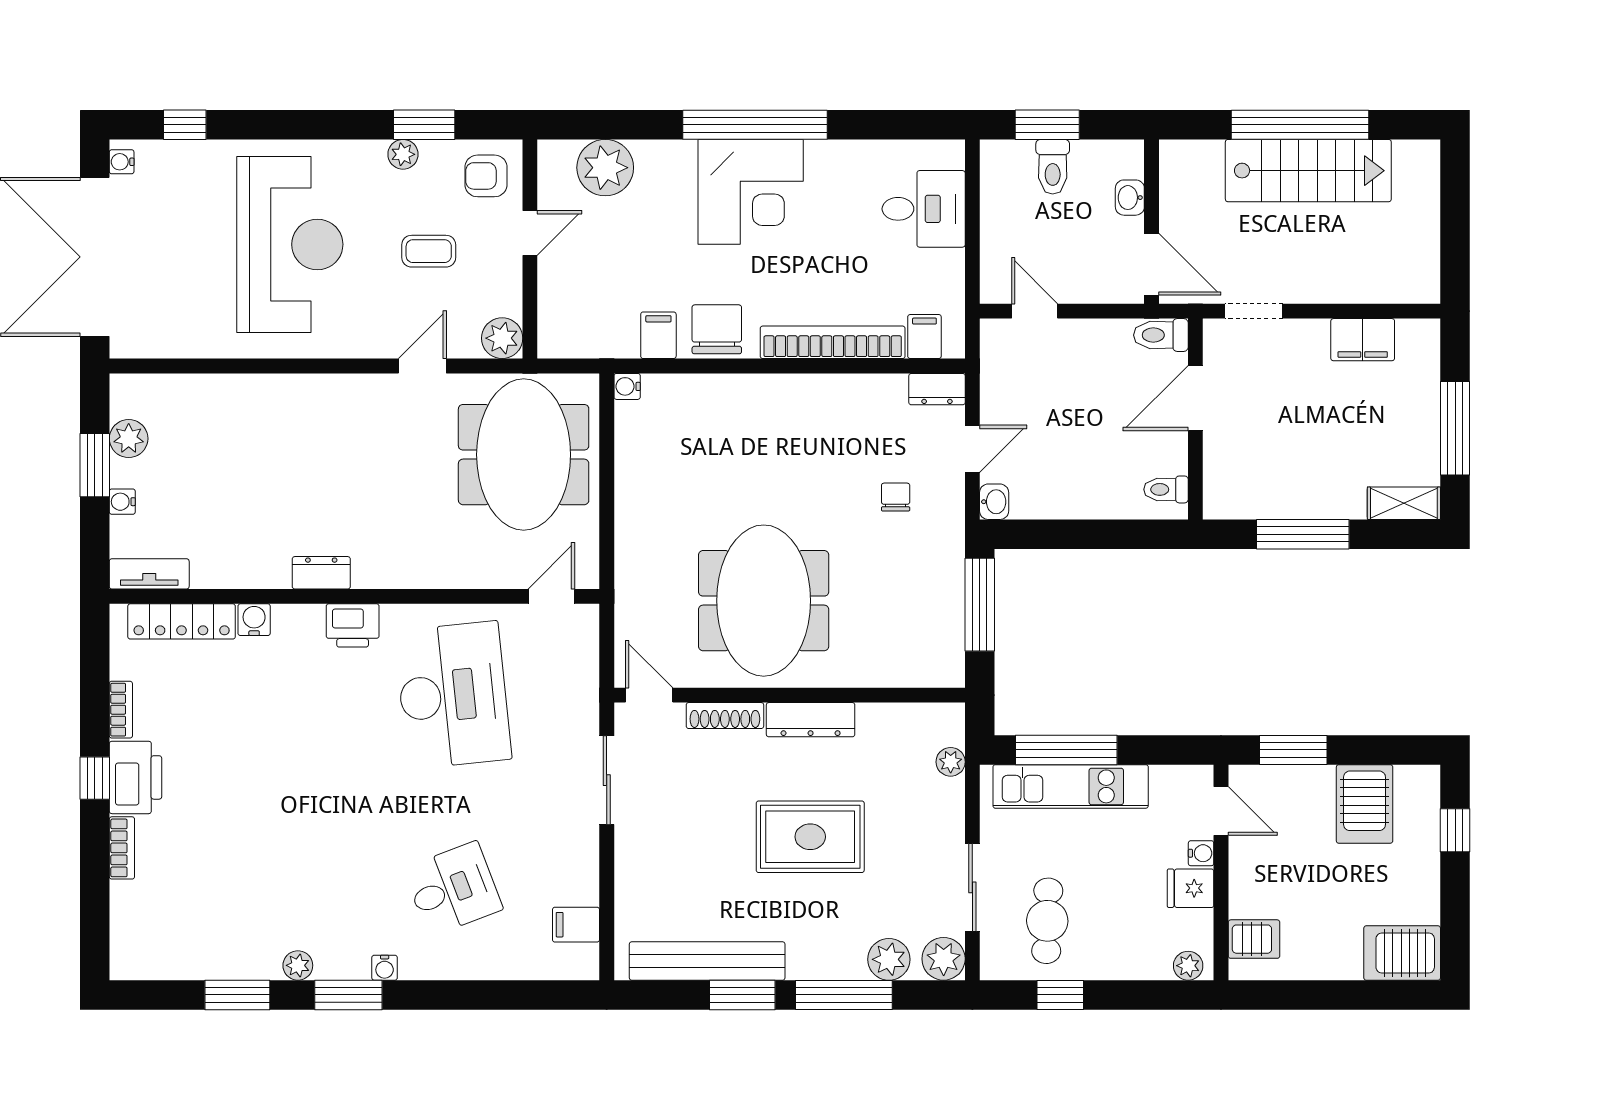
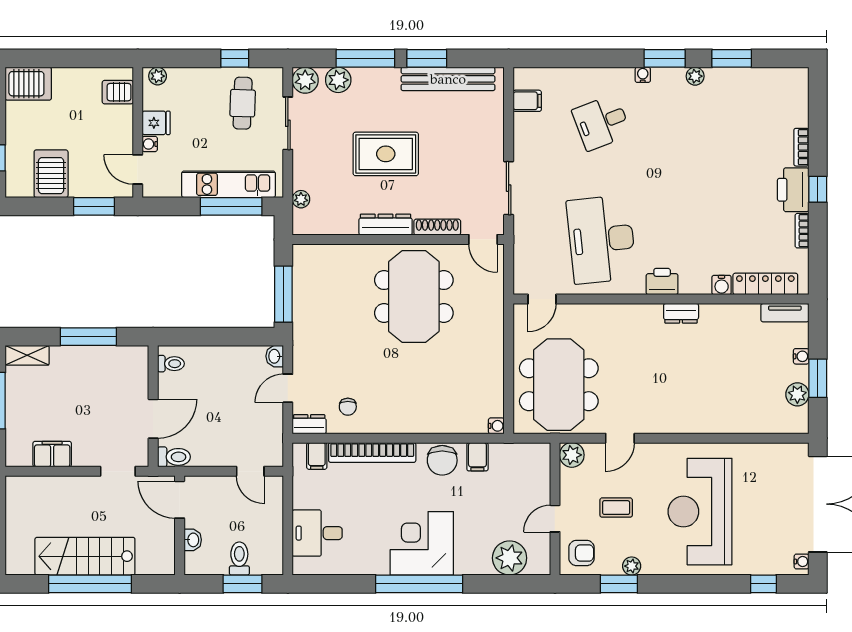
chair: (896, 497) -> (348, 407), moved

